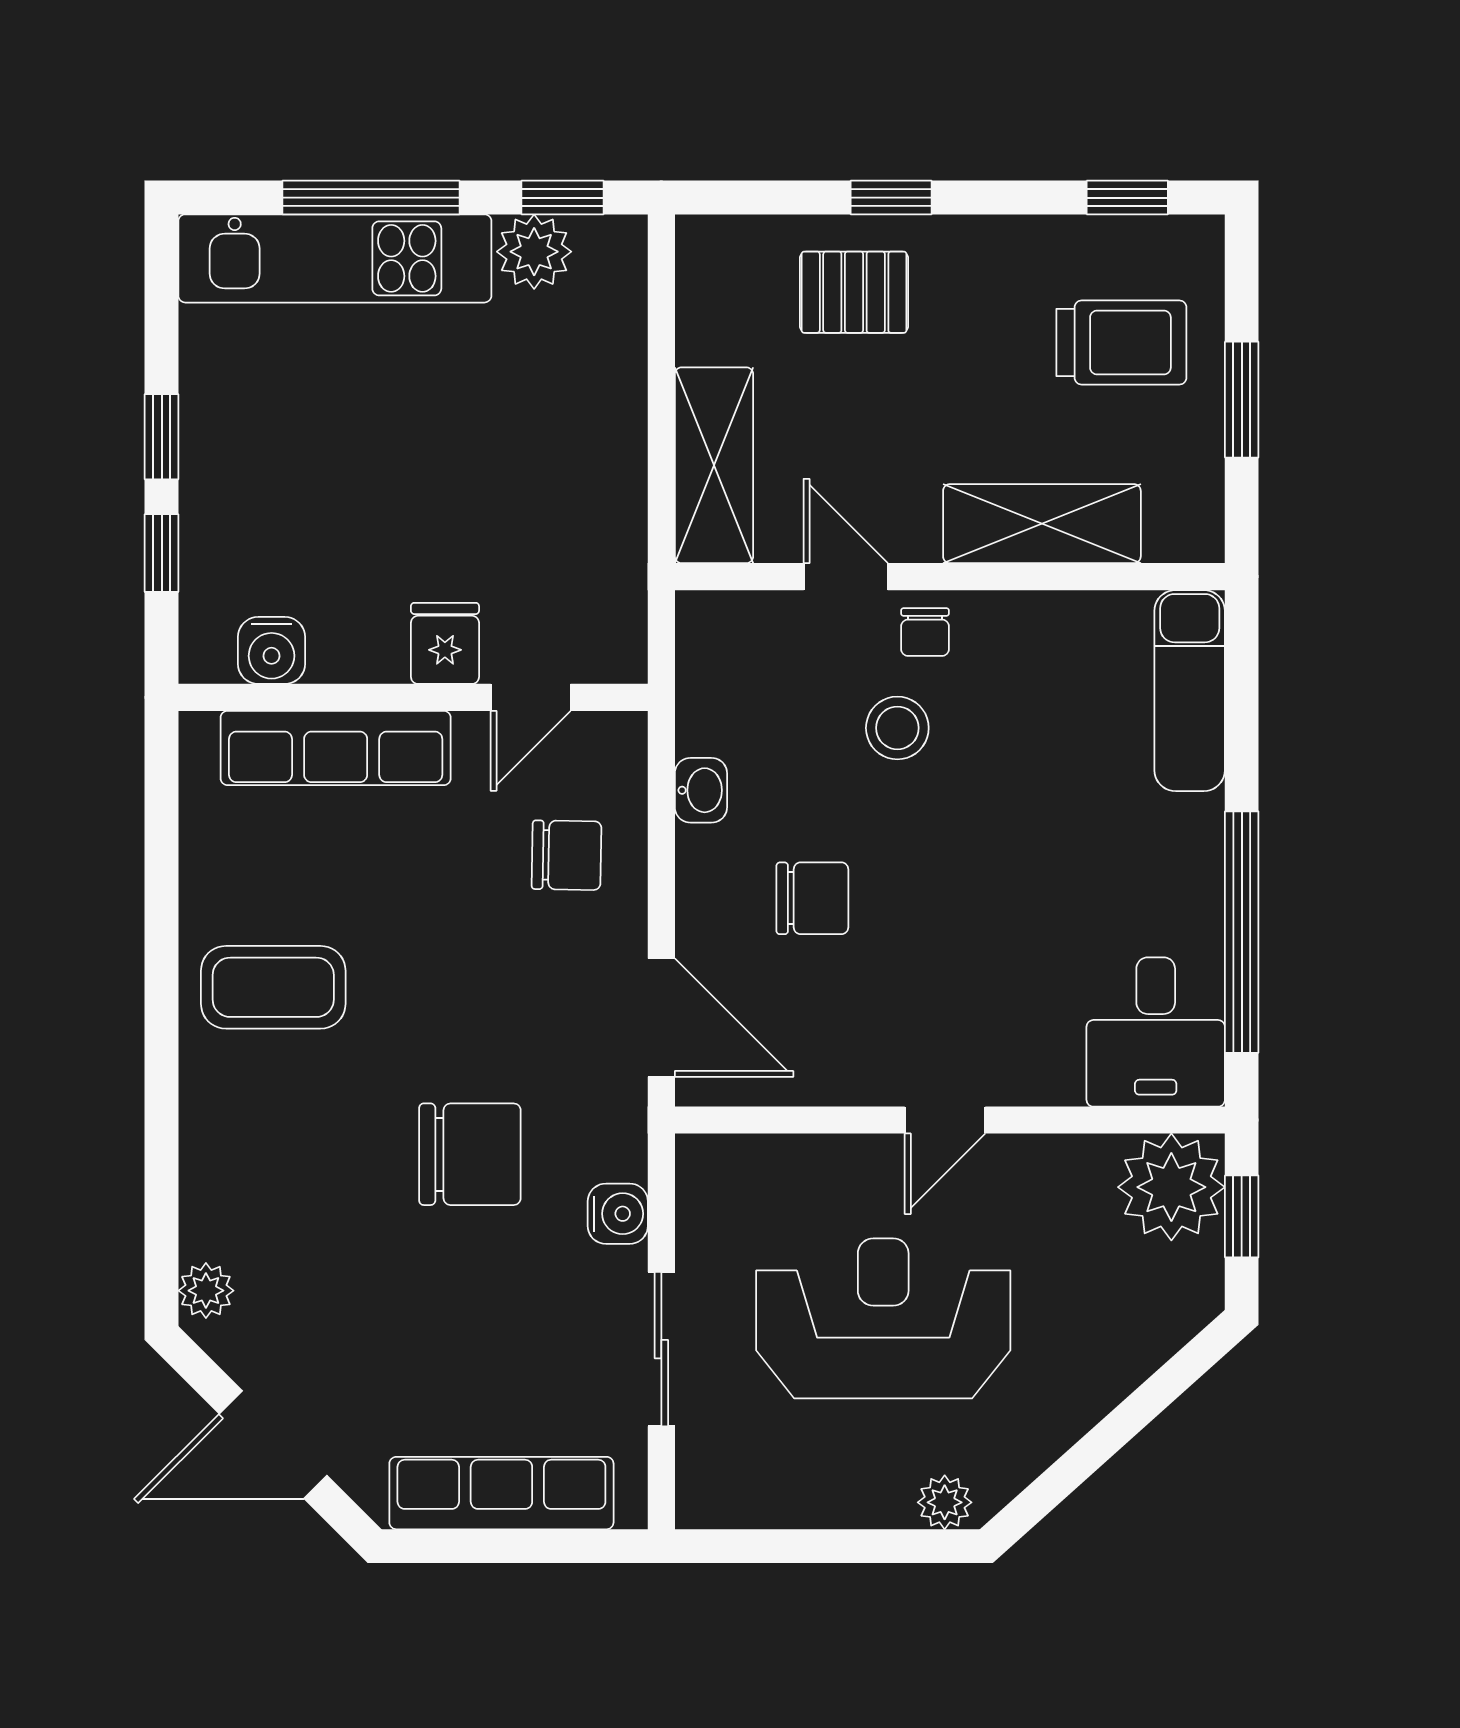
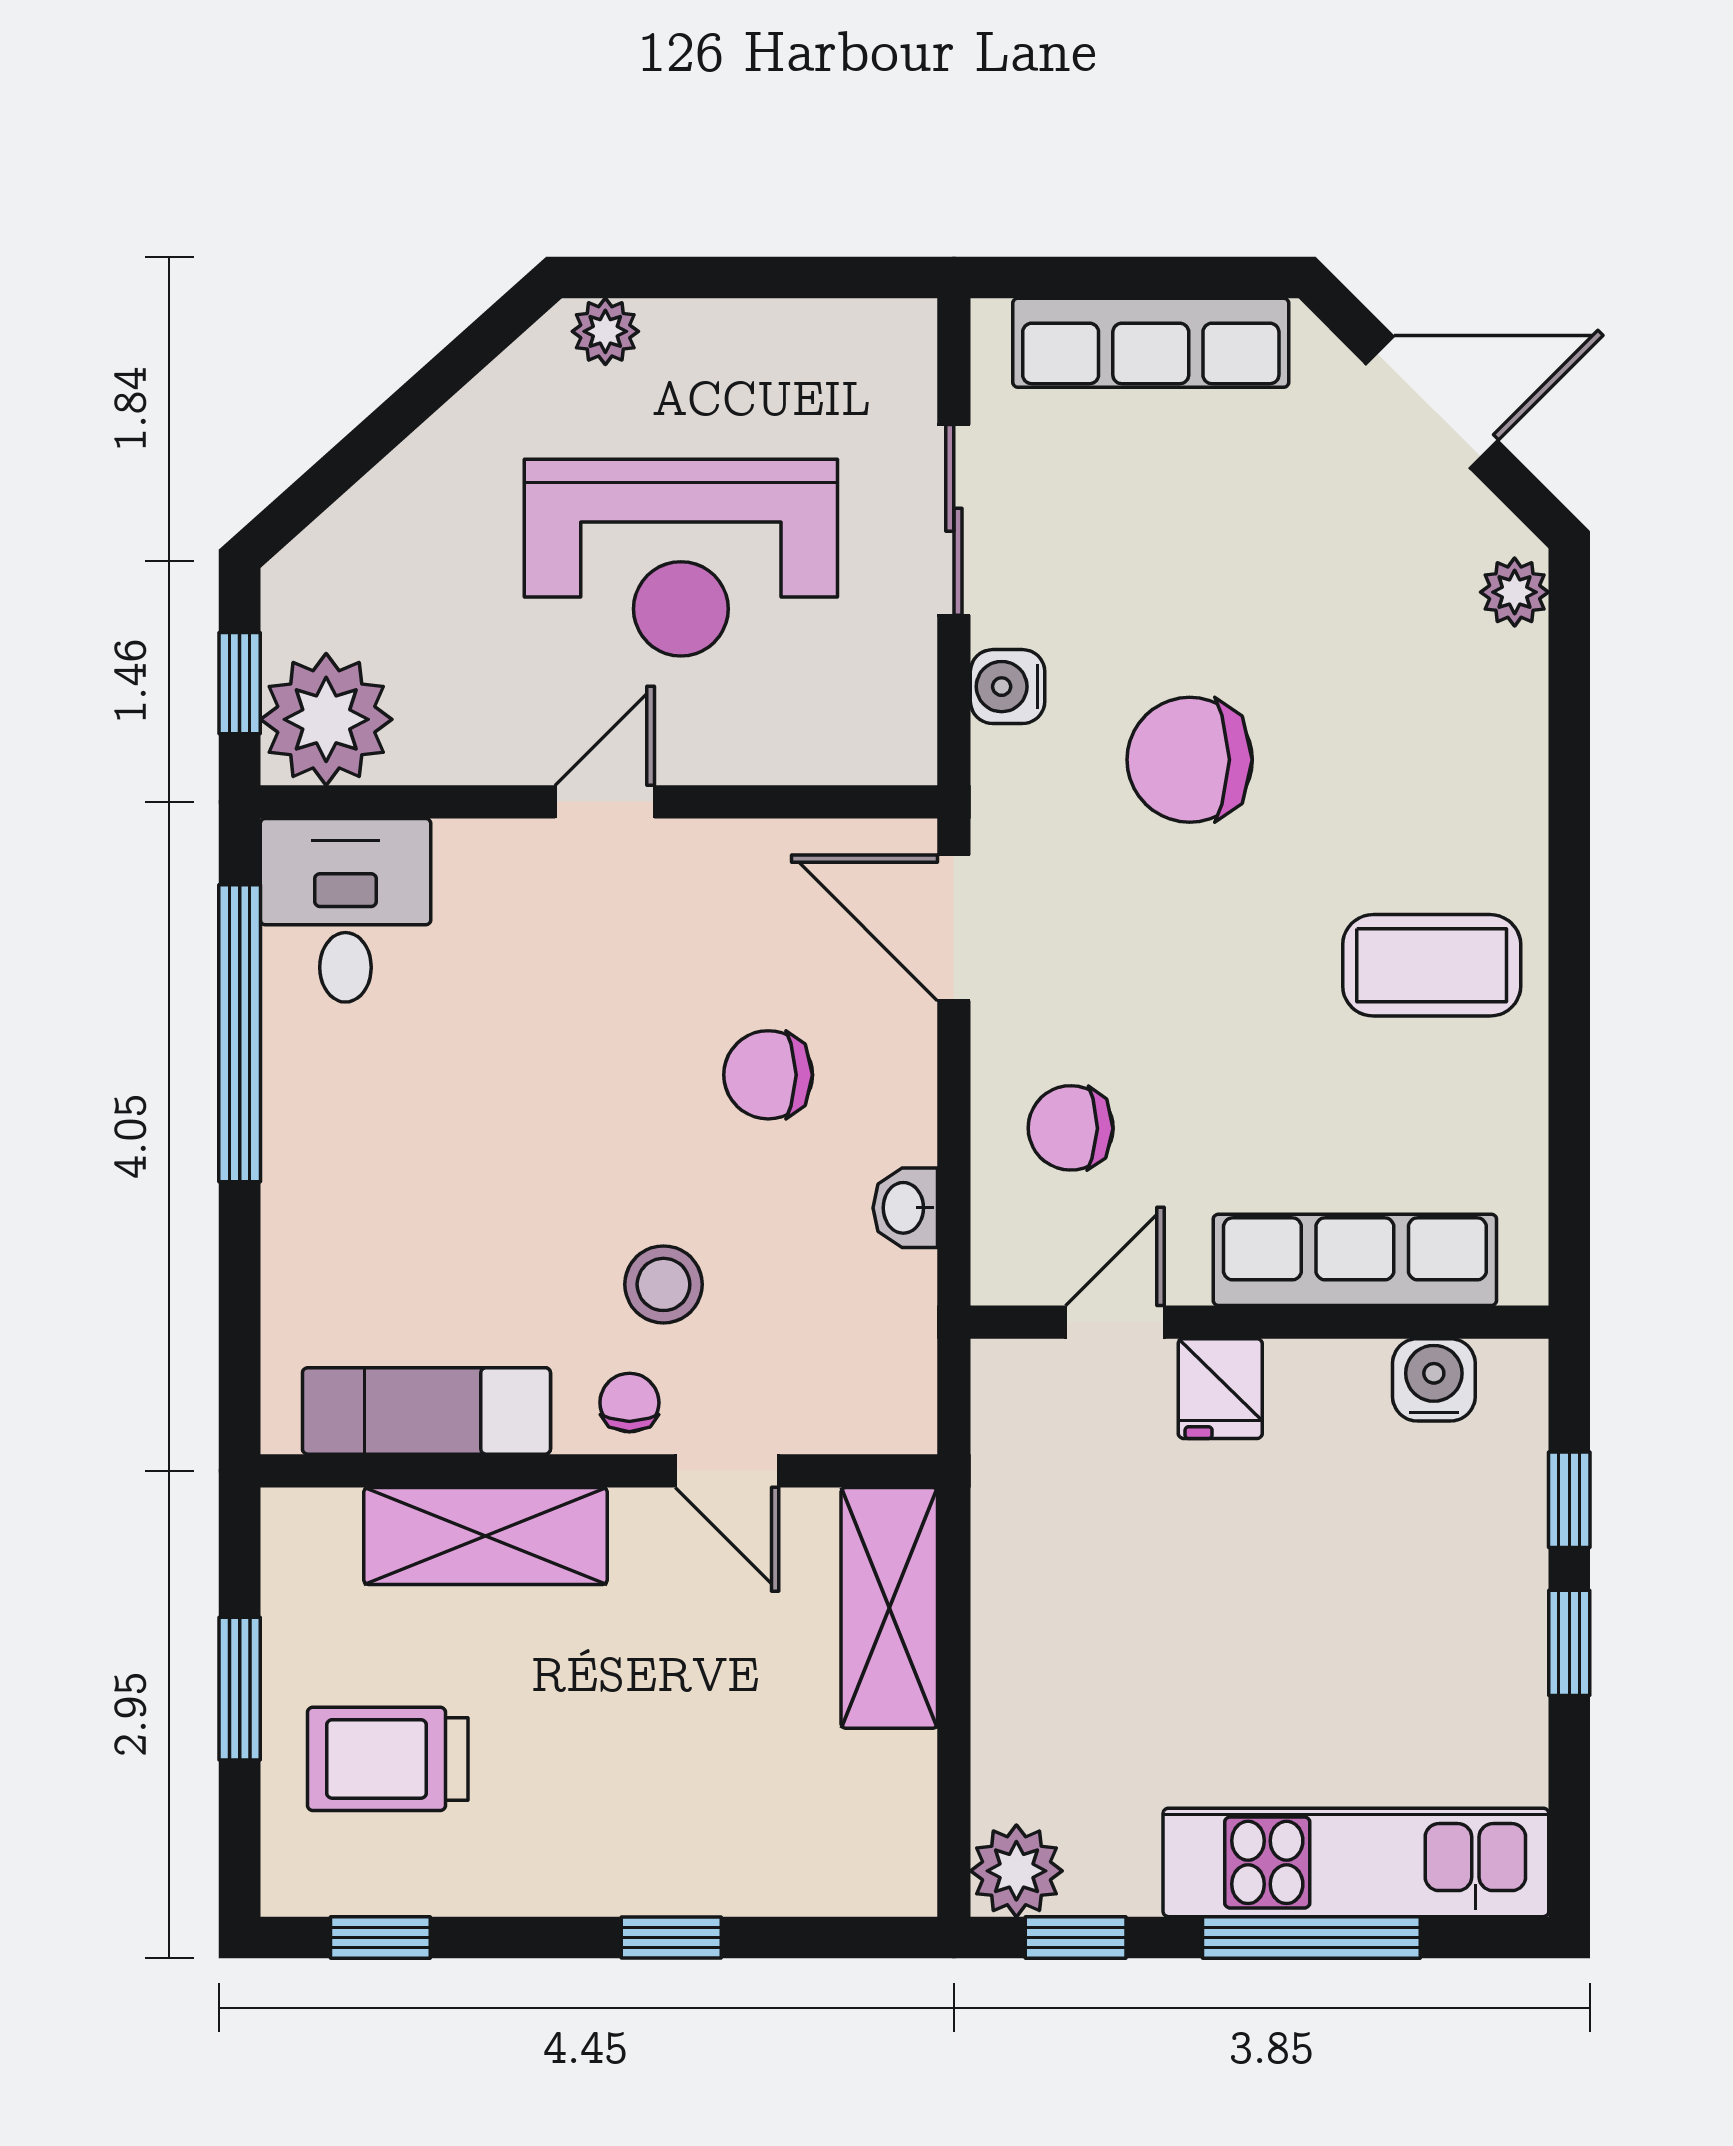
plant: (534, 252) -> (1016, 1871), moved
pallet: (854, 292) -> (717, 1821), removed
exam couch: (1190, 691) -> (426, 1411), moved, turned -90

